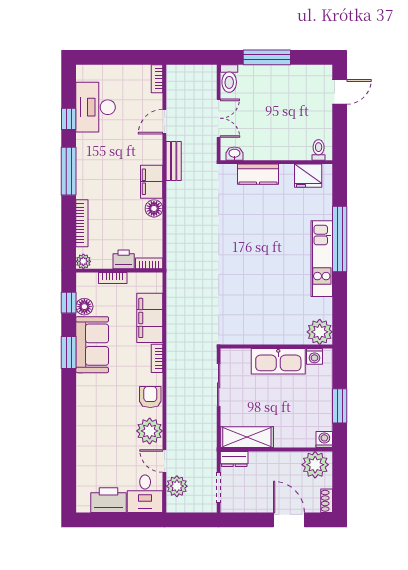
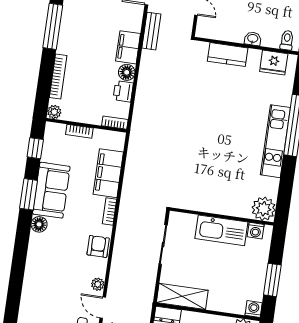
washbasin: (234, 154) -> (253, 39), moved
printer: (124, 259) -> (123, 91), moved, turned -90
floor lamp: (84, 307) -> (39, 224), moved
plant: (150, 431) -> (98, 284), width x0.53, depth x0.53

